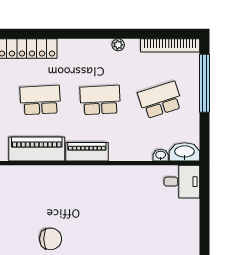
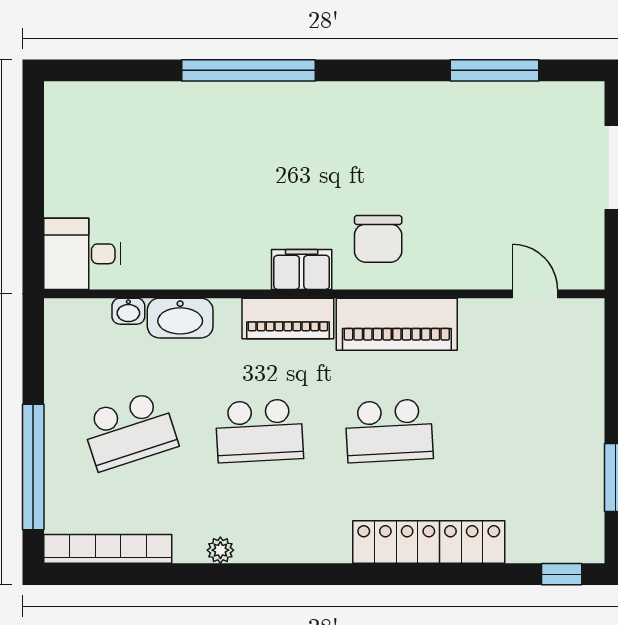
washbasin: (185, 152) -> (180, 318), moved
filing cabinet: (81, 174) -> (302, 270), added
chair: (51, 239) -> (378, 239), moved, turned -90

